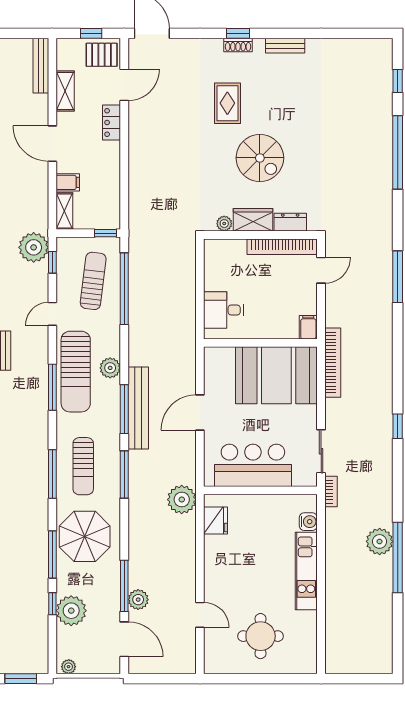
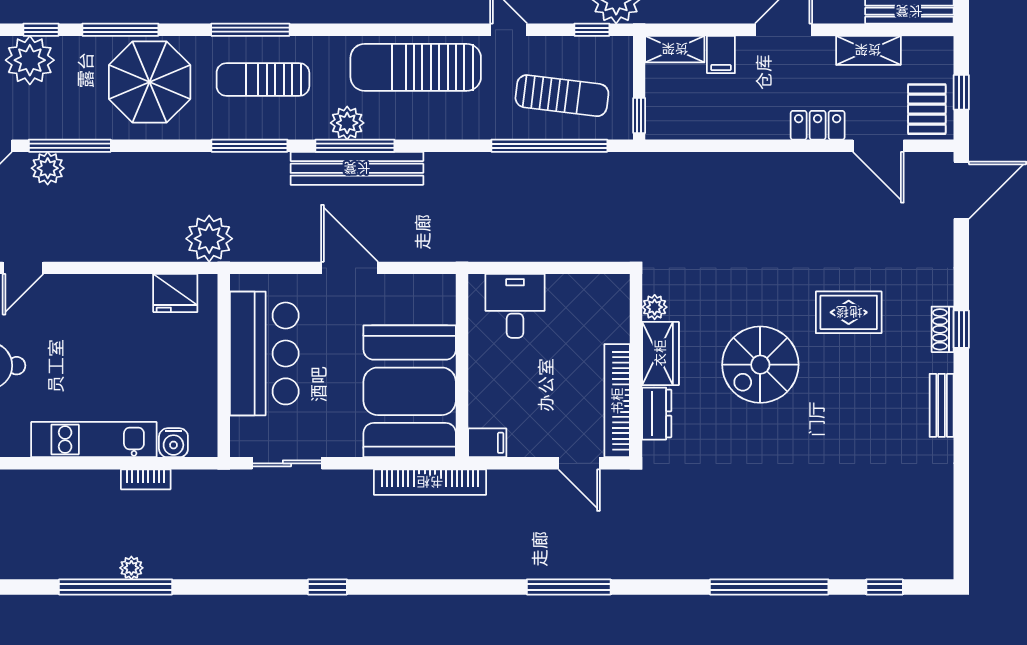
plant: (110, 368) -> (347, 123), moved
window: (52, 387) -> (390, 30), removed
bookcase: (331, 492) -> (146, 479), moved
plant: (380, 541) -> (131, 568), width x0.53, depth x0.53

